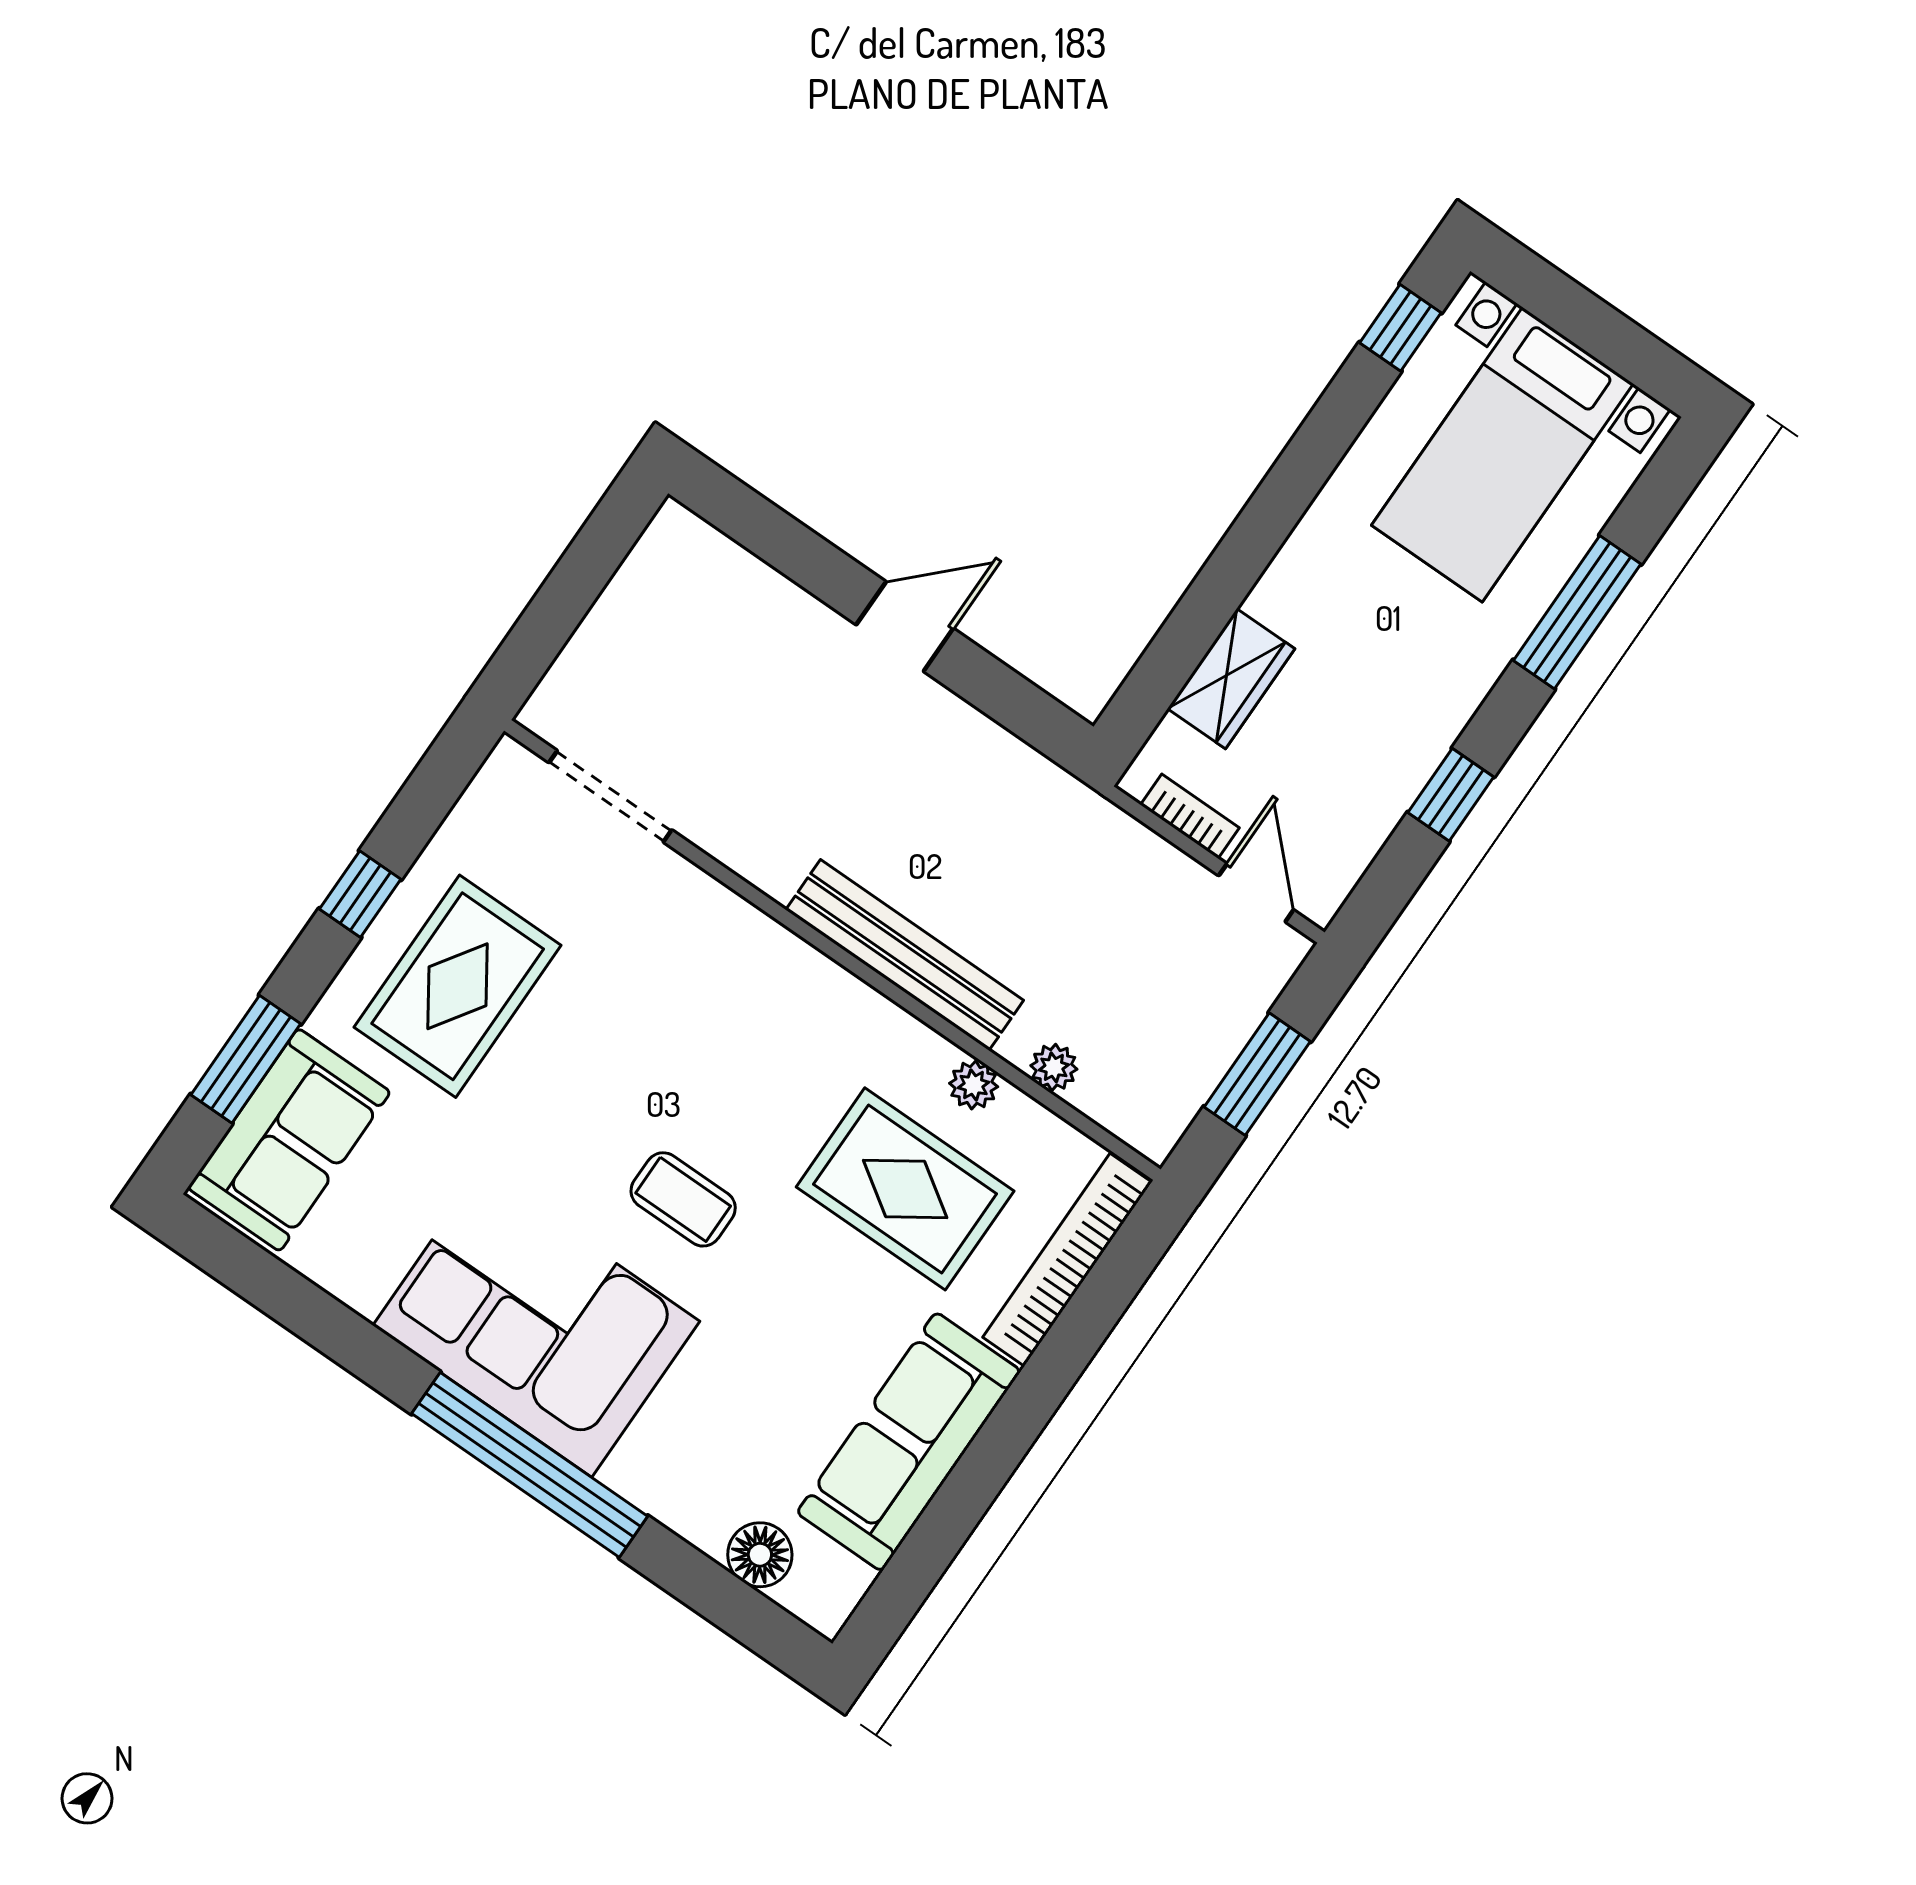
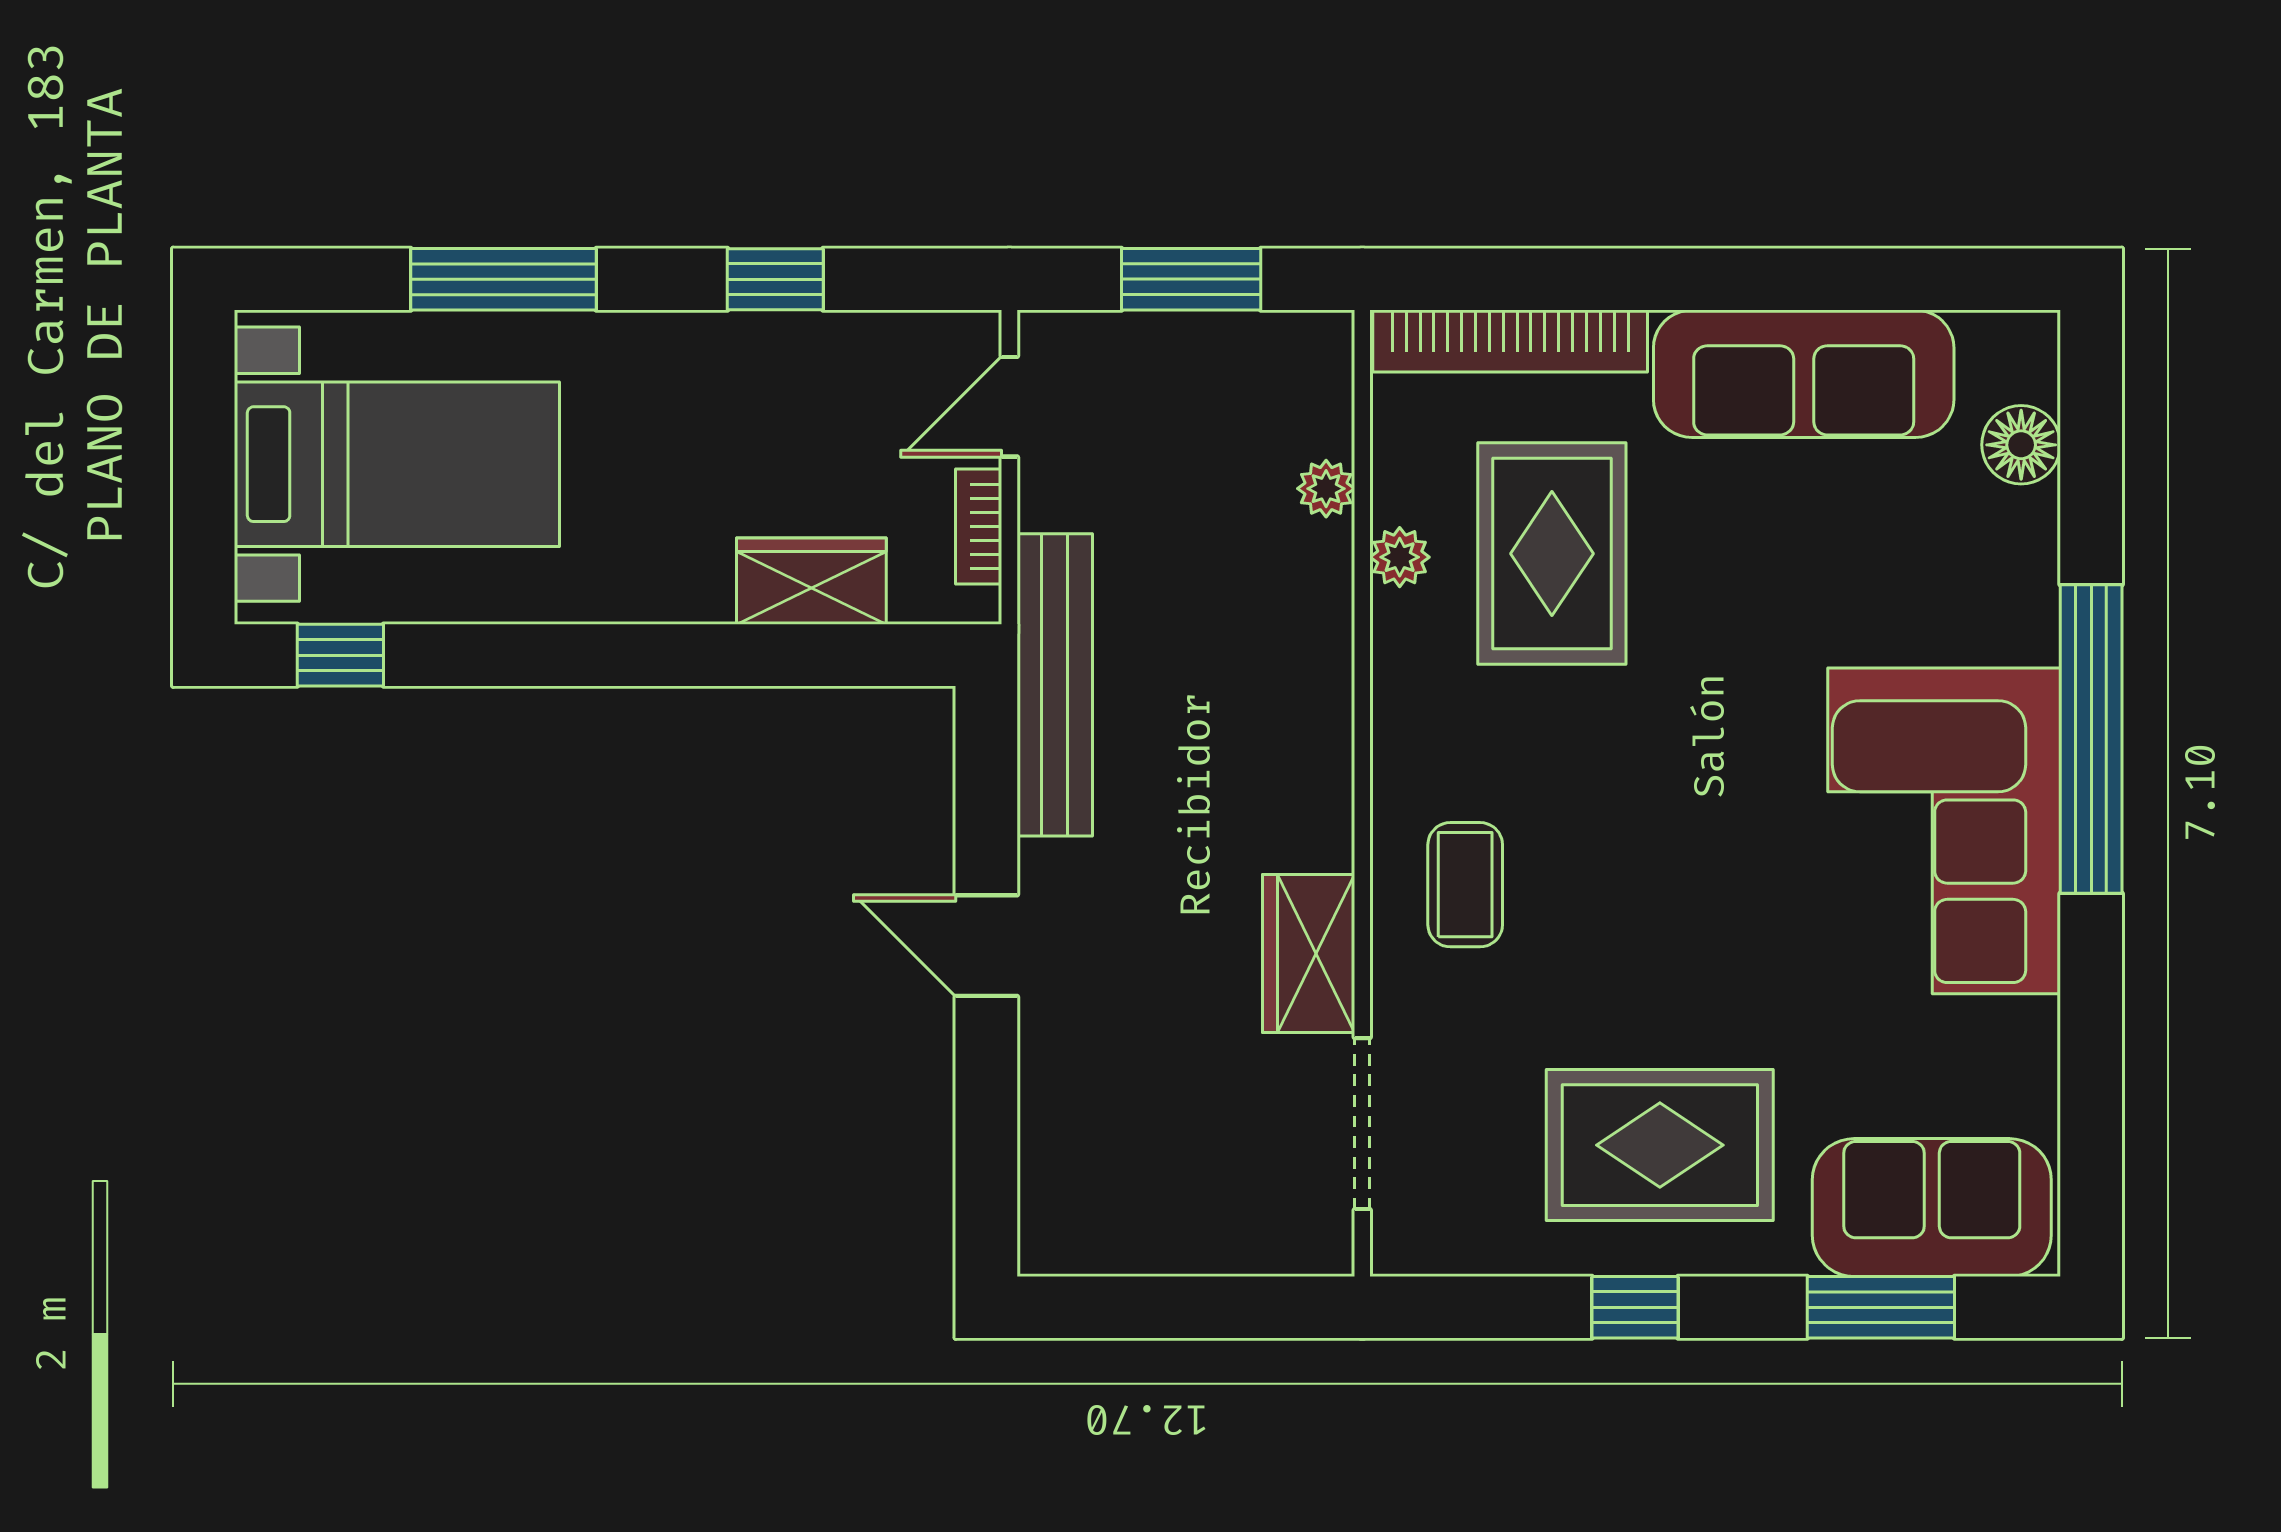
wardrobe: (750, 839) -> (1309, 953), added
bench: (905, 955) -> (1055, 685), moved
coffee table: (683, 1199) -> (1465, 885), moved

